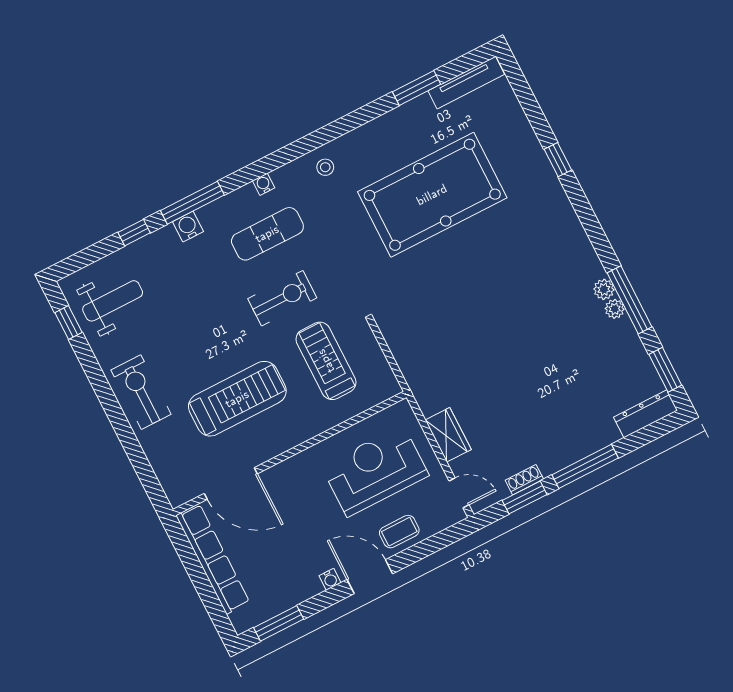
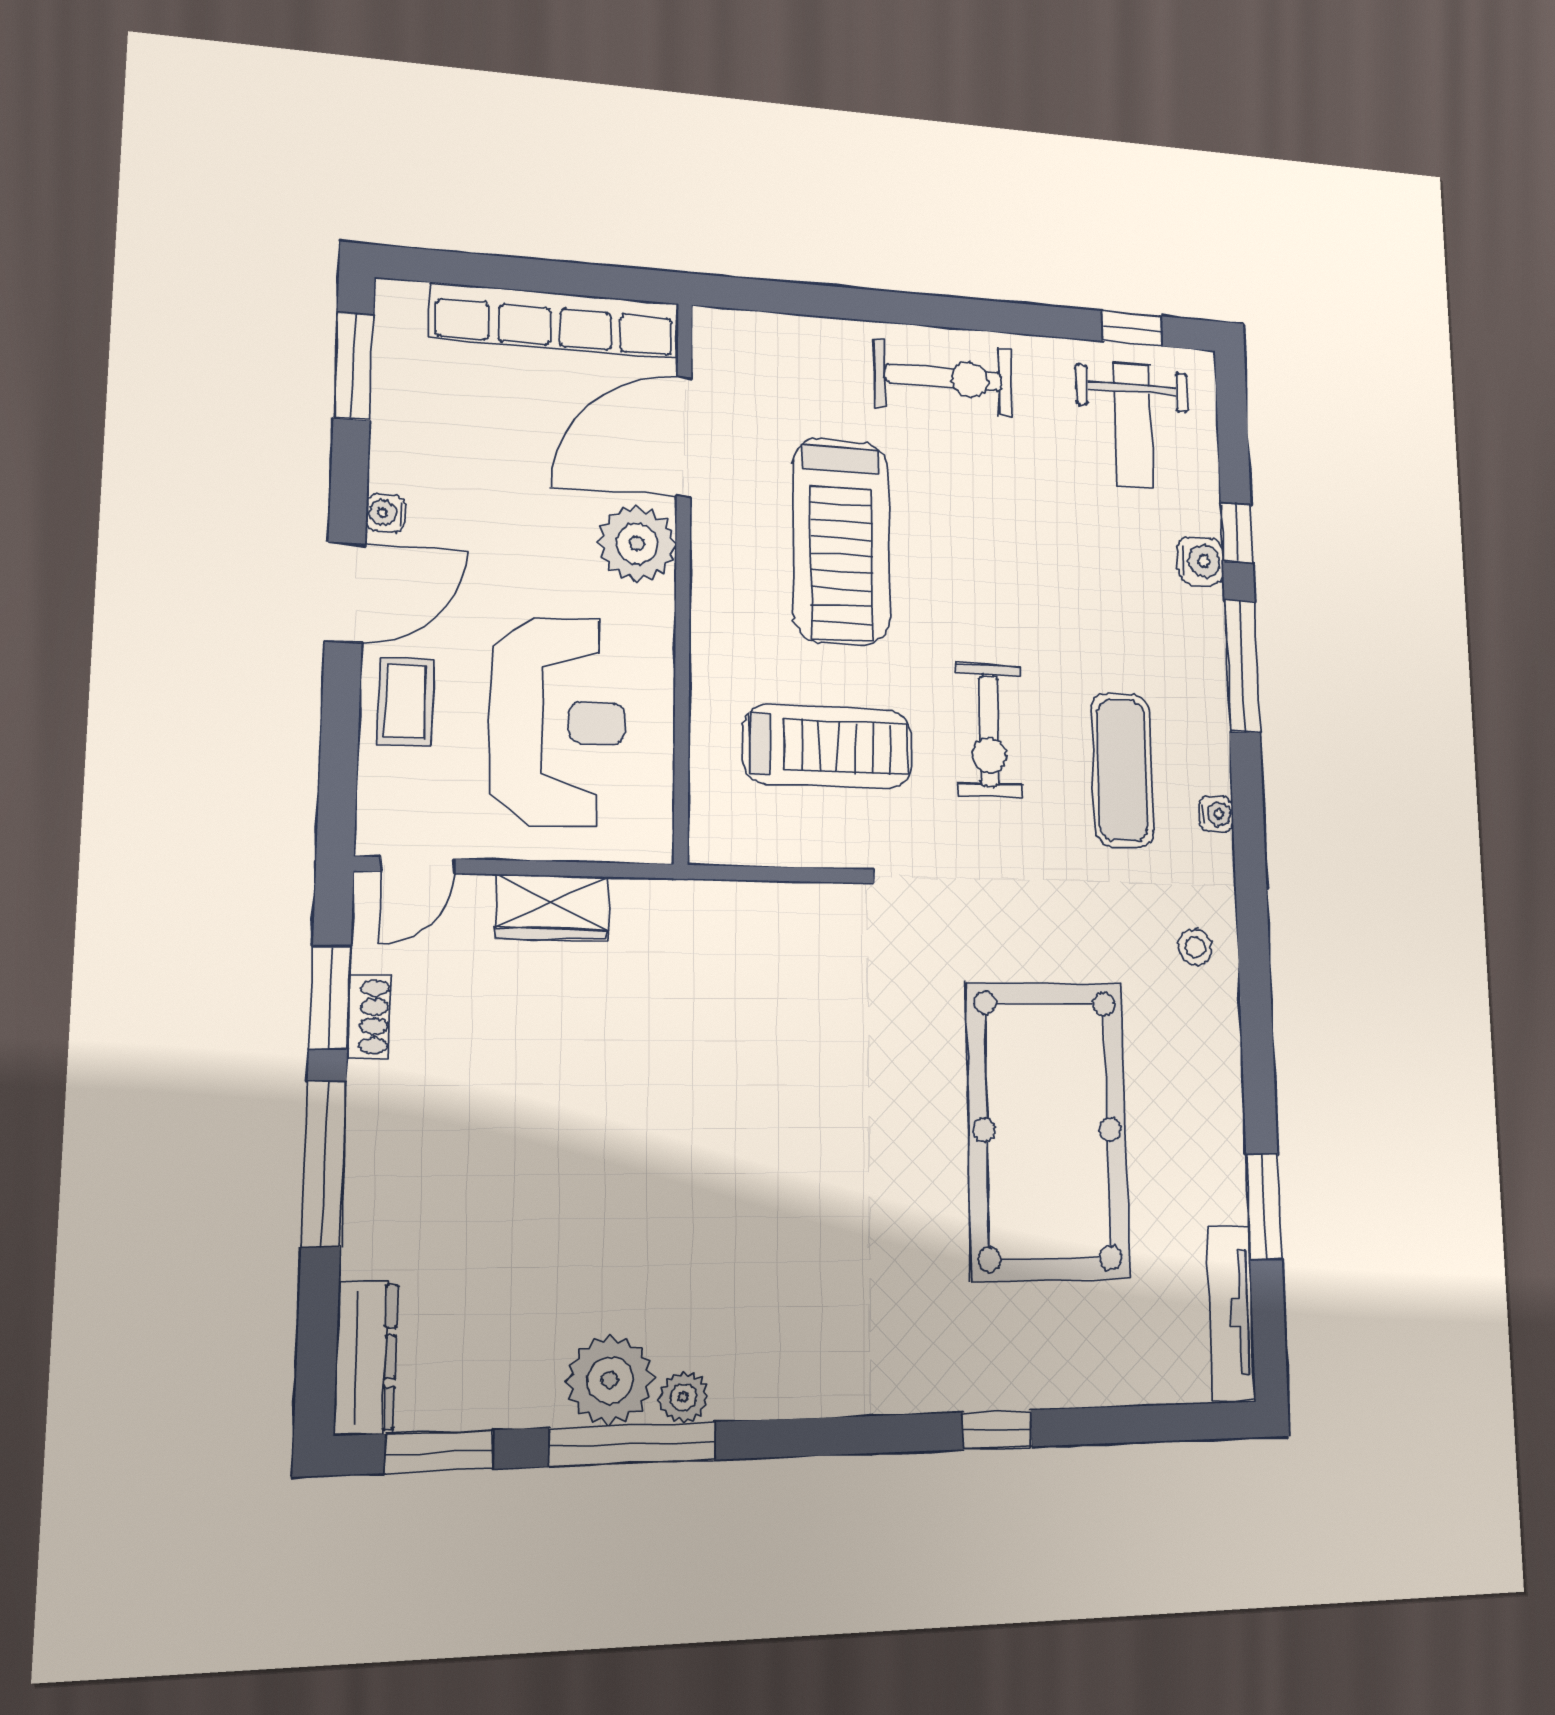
water cooler: (188, 227) -> (1201, 561), moved
plant: (615, 309) -> (610, 1380), width x1.87, depth x1.87
plant: (286, 479) -> (637, 544), added

